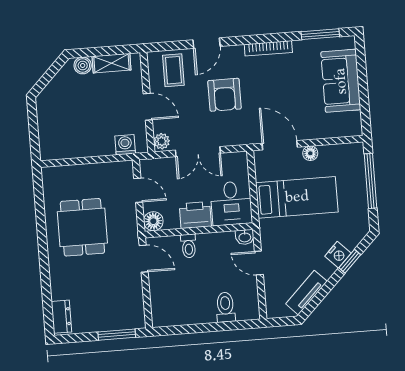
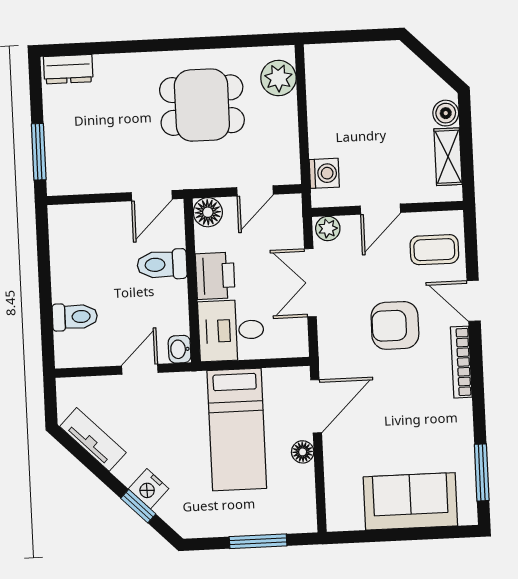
bookcase: (268, 48) -> (461, 362), moved
plant: (63, 177) -> (278, 78), added
window: (370, 181) -> (258, 541), width x0.69
toilet: (189, 246) -> (162, 265), width x1.37, depth x1.39

